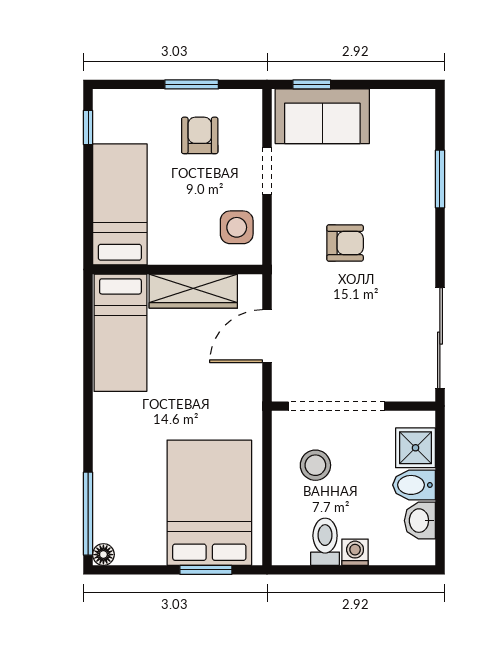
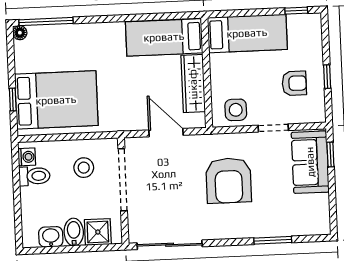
window: (192, 84) -> (327, 77), width x0.67
armchair: (345, 243) -> (229, 181), width x1.88, depth x1.88
washing machine: (355, 552) -> (27, 157), moved
window: (206, 570) -> (13, 100), width x0.67

